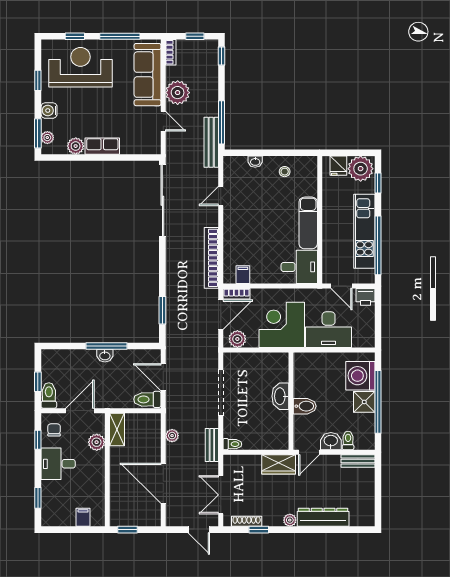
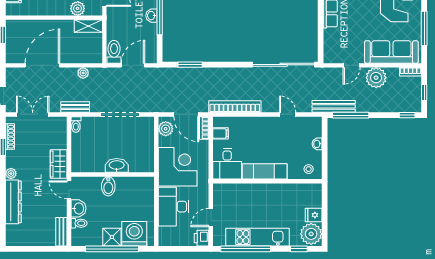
wall: (320, 220) -> (267, 181), moved
exam couch: (308, 223) -> (265, 171), moved
desk: (299, 267) -> (227, 164), moved

